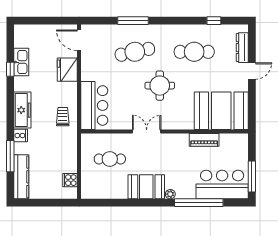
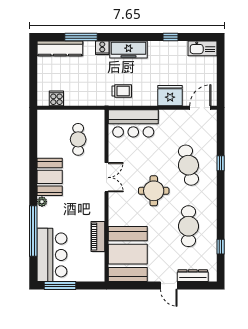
window: (133, 21) -> (221, 163), width x0.46
kitchen sink: (21, 62) -> (202, 48), moved

